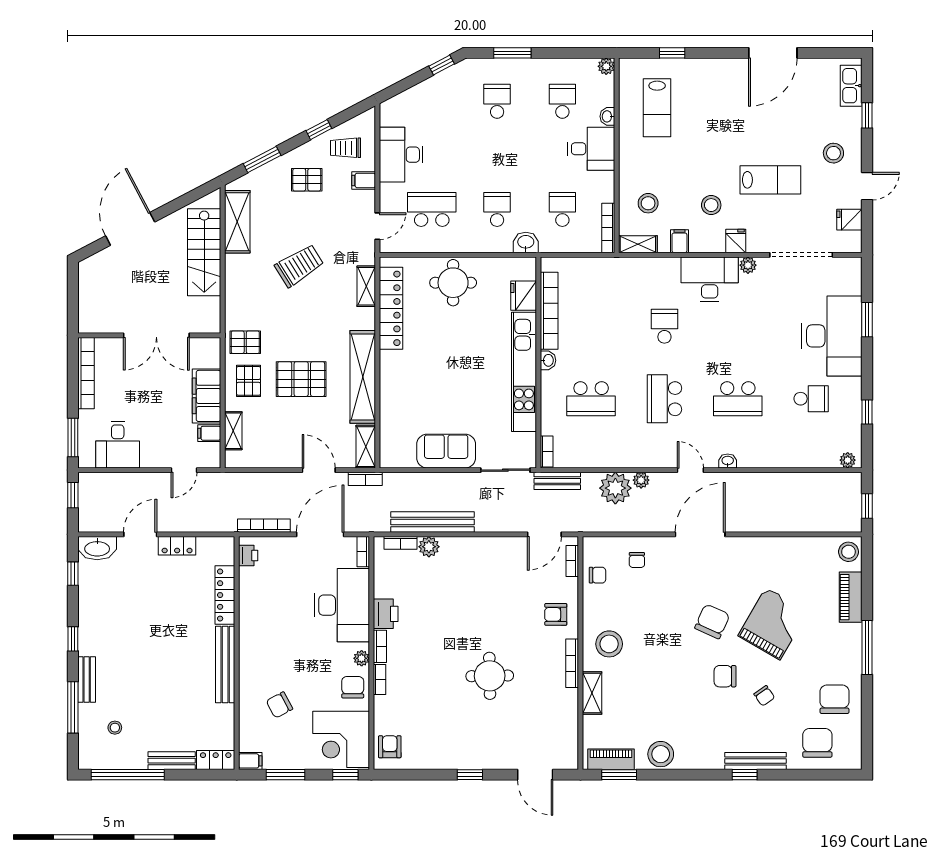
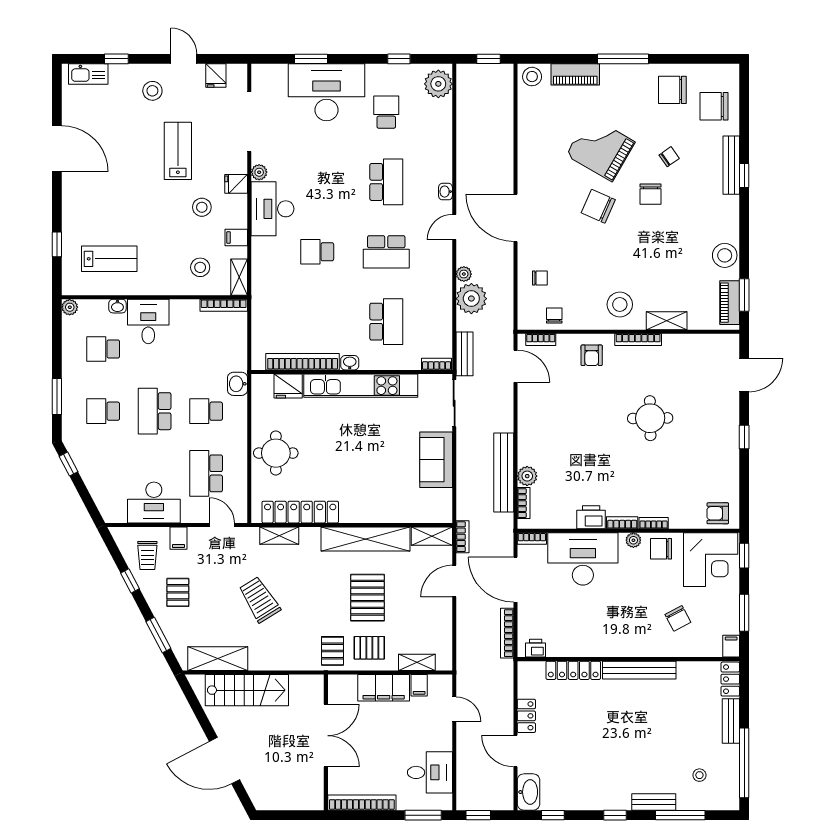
school desk: (562, 209) -> (155, 411), moved, width x1.85
plant: (848, 460) -> (438, 84), width x1.88, depth x1.88

